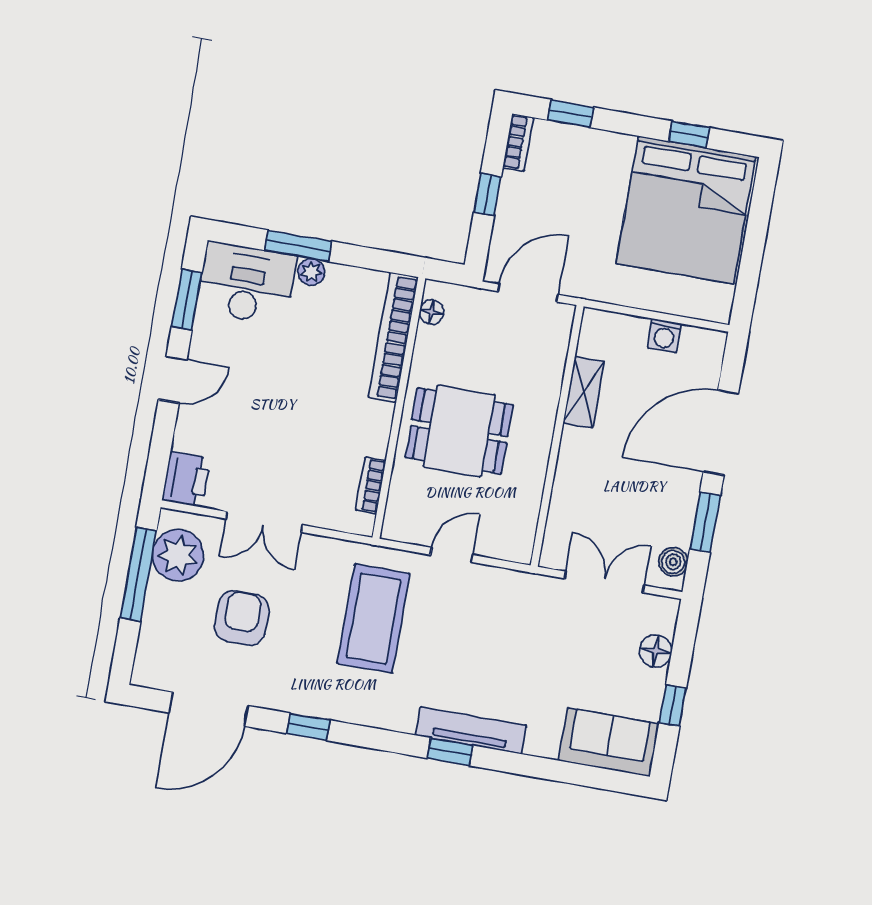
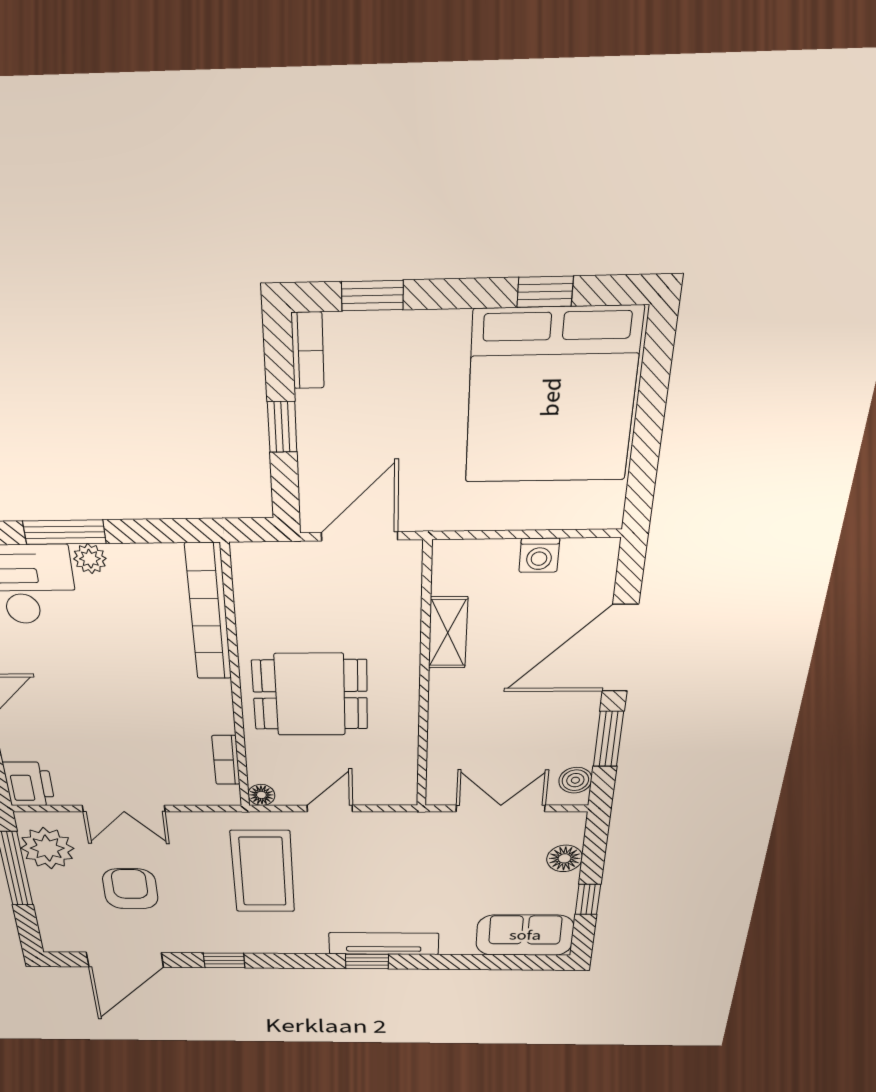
floor lamp: (432, 312) -> (261, 795), moved

